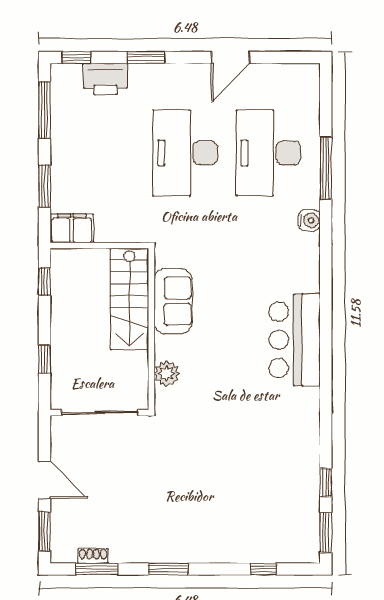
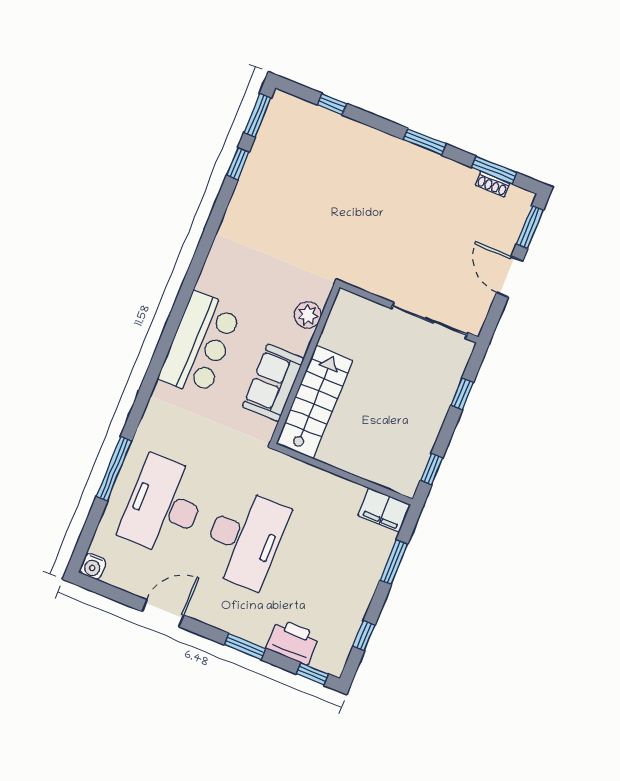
window: (45, 110) -> (364, 636), width x0.46
desk: (268, 153) -> (164, 506), turned 180
water cooler: (309, 220) -> (93, 566), moved, turned -90
stairs: (129, 299) -> (314, 402), moved
sofa: (173, 301) -> (273, 383), moved
wall: (151, 329) -> (305, 364), moved
bar counter: (295, 340) -> (200, 344), moved
plant: (167, 374) -> (308, 315), moved

